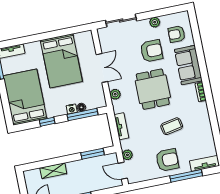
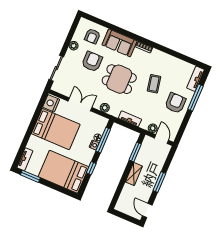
nightstand: (83, 39) -> (51, 103), added
shelving: (53, 171) -> (134, 174), moved
door: (123, 171) -> (162, 139), swing flipped

